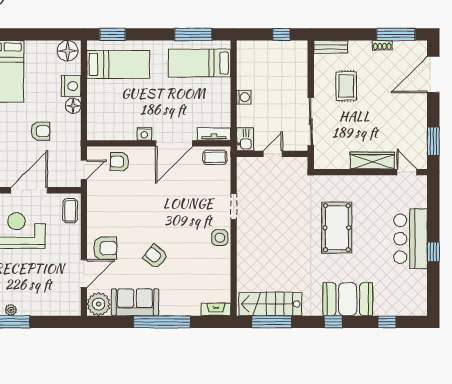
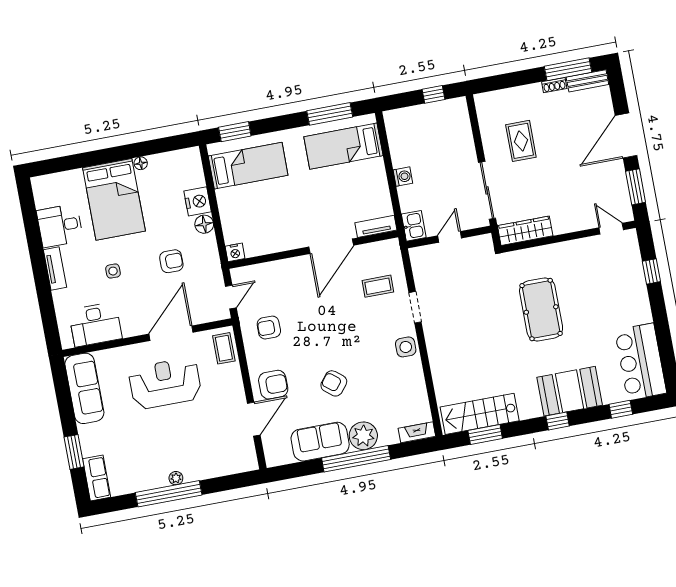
bench: (331, 47) -> (587, 81), moved
floor lamp: (68, 51) -> (141, 163), moved, width x0.53, depth x0.53
door: (433, 74) -> (626, 135), moved
nightstand: (144, 134) -> (235, 252), moved
coffee table: (215, 157) -> (378, 286), moved
wardrobe: (372, 161) -> (525, 231), moved
armchair: (120, 162) -> (269, 328), moved
bar counter: (411, 239) -> (641, 362), moved
window: (433, 252) -> (651, 271), moved
plant: (99, 304) -> (363, 436), moved
window: (272, 322) -> (485, 435), width x0.69

